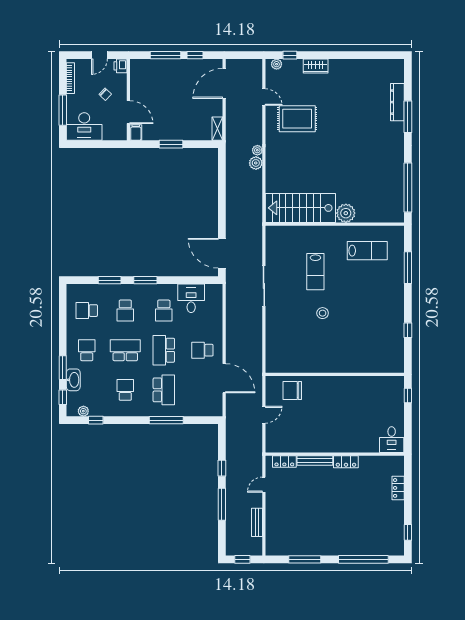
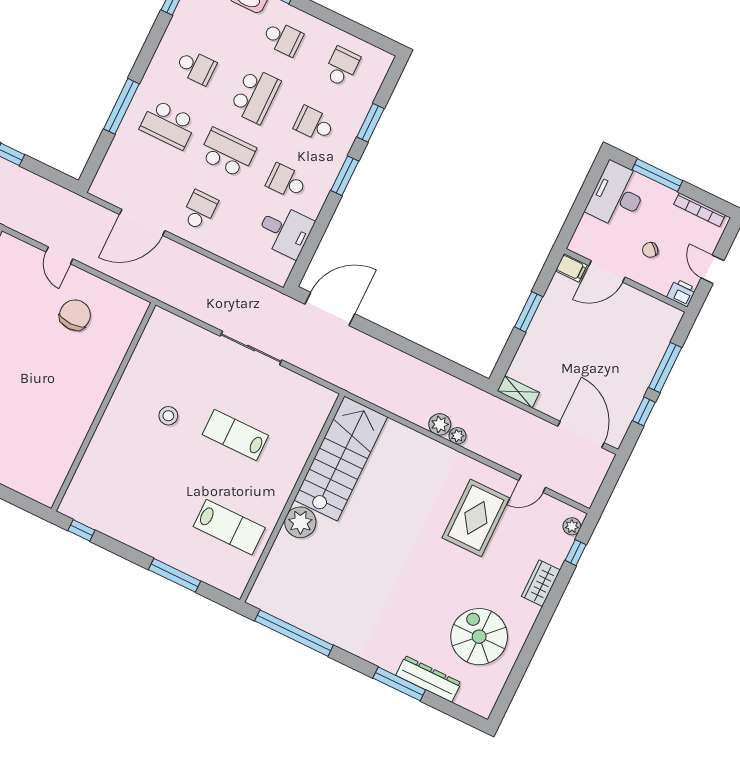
spiral stairs: (361, 86) -> (479, 637), added
lab bench: (367, 251) -> (229, 527), turned -90
wall: (335, 374) -> (103, 407), moved

